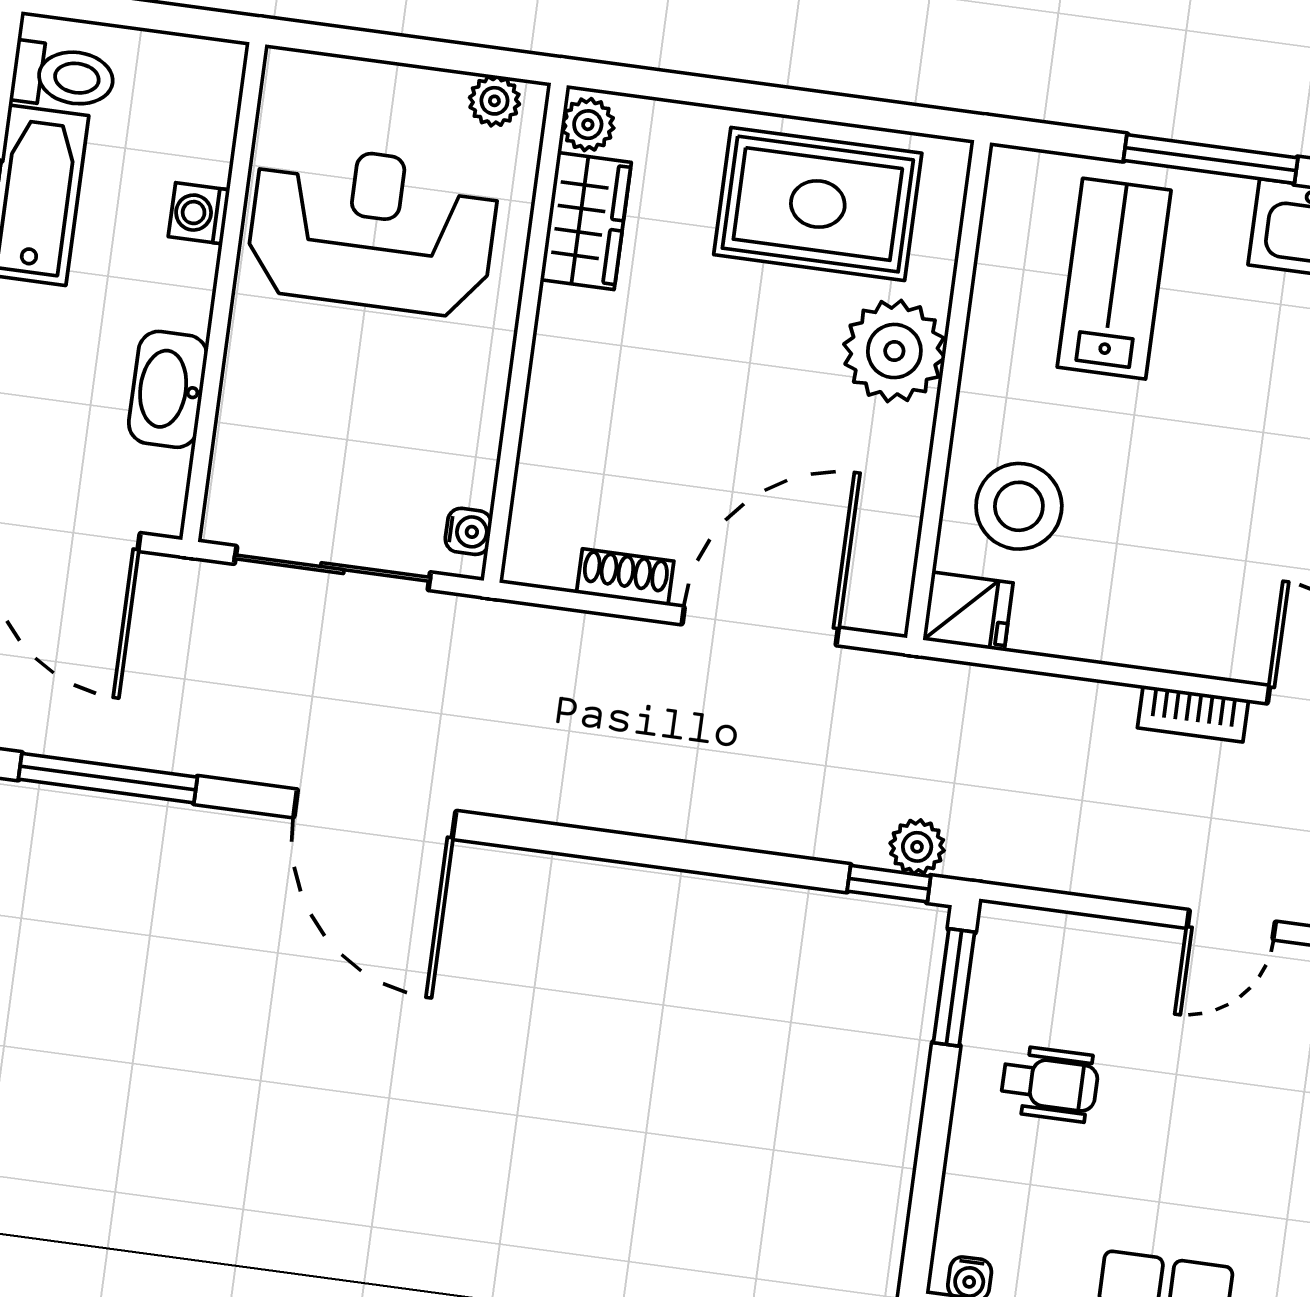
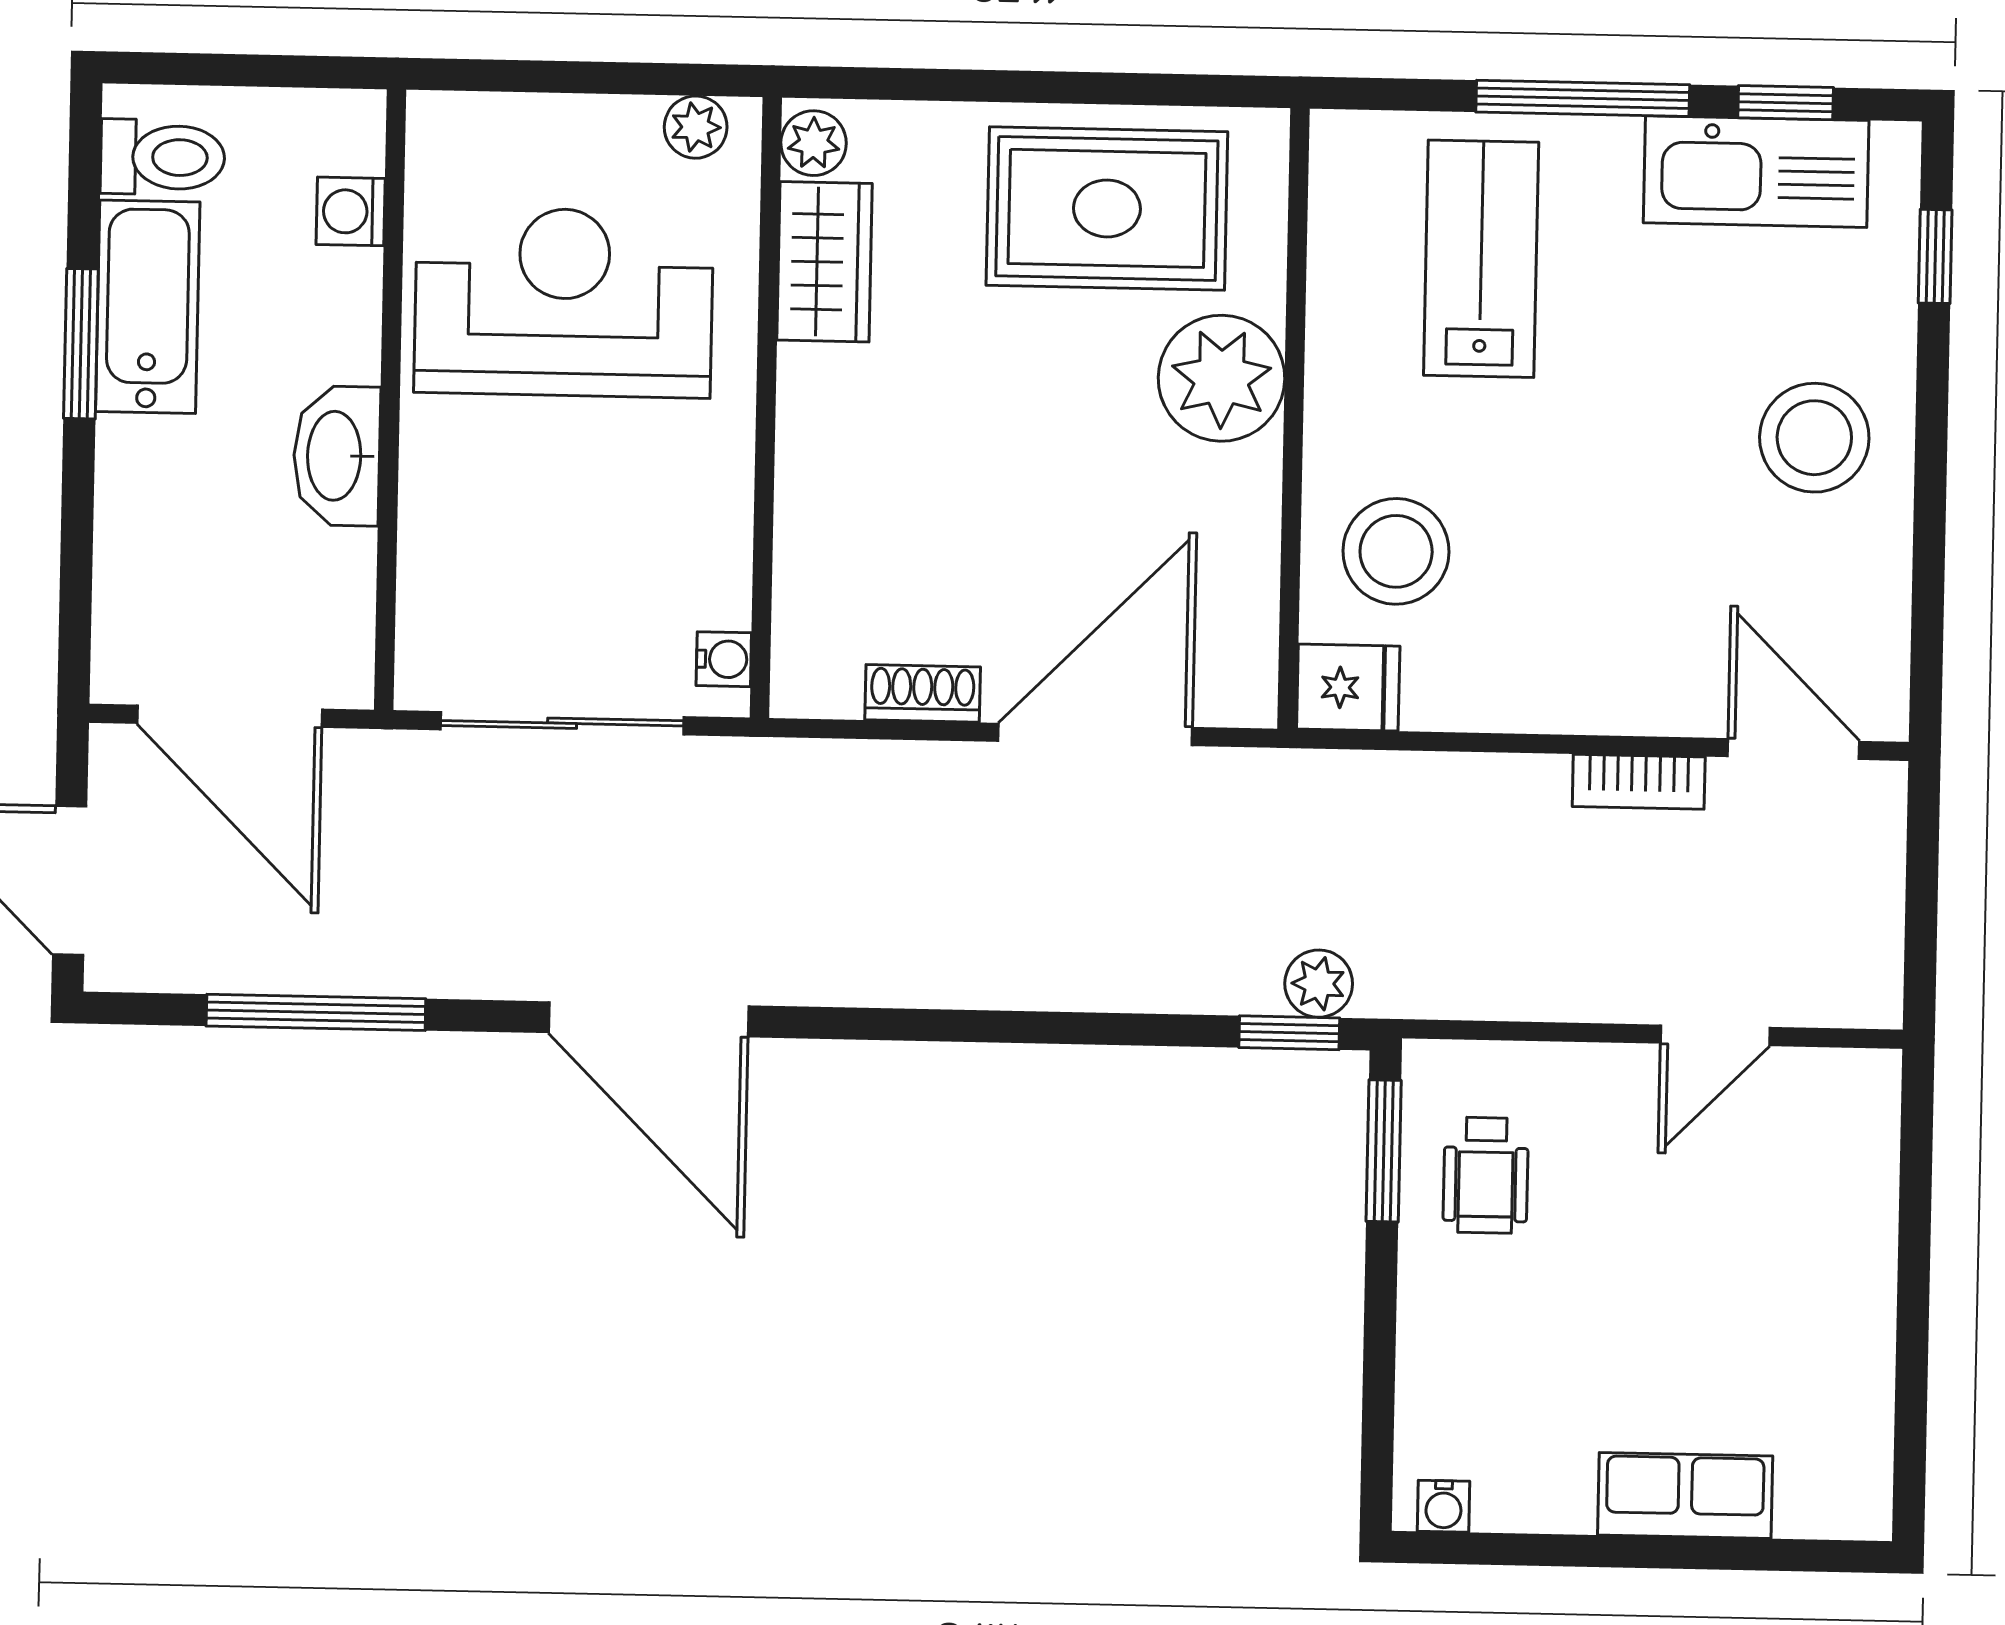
washing machine: (199, 213) -> (351, 211), moved
washbasin: (168, 389) -> (337, 456), moved
wheelchair: (1050, 1084) -> (1486, 1175), moved, turned 90

